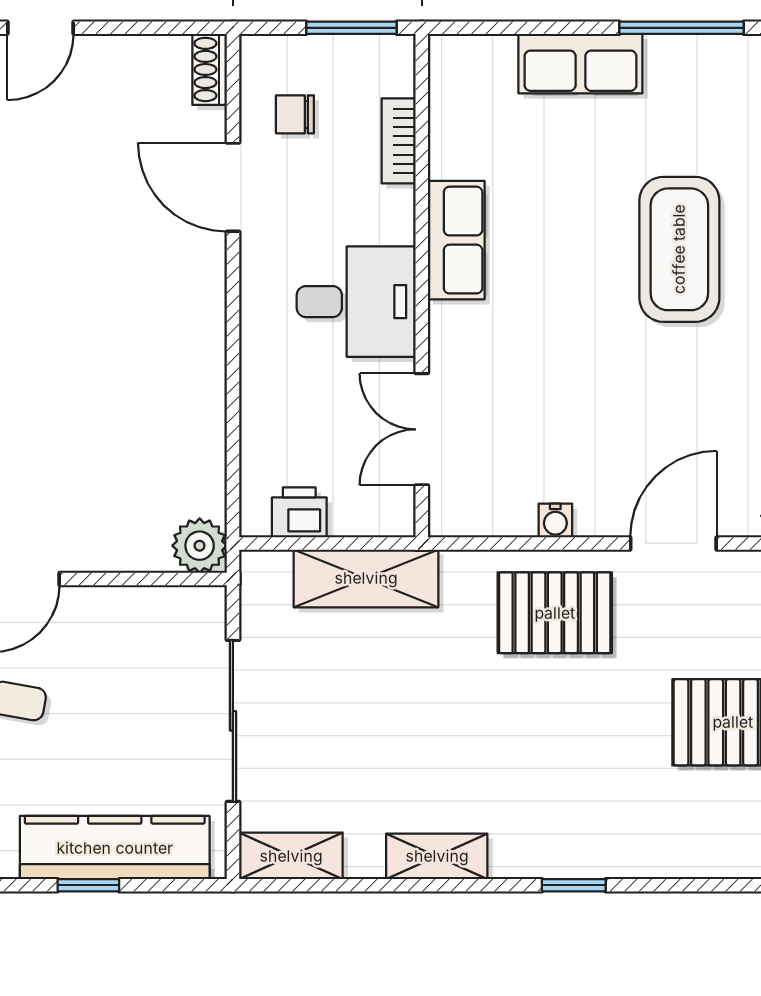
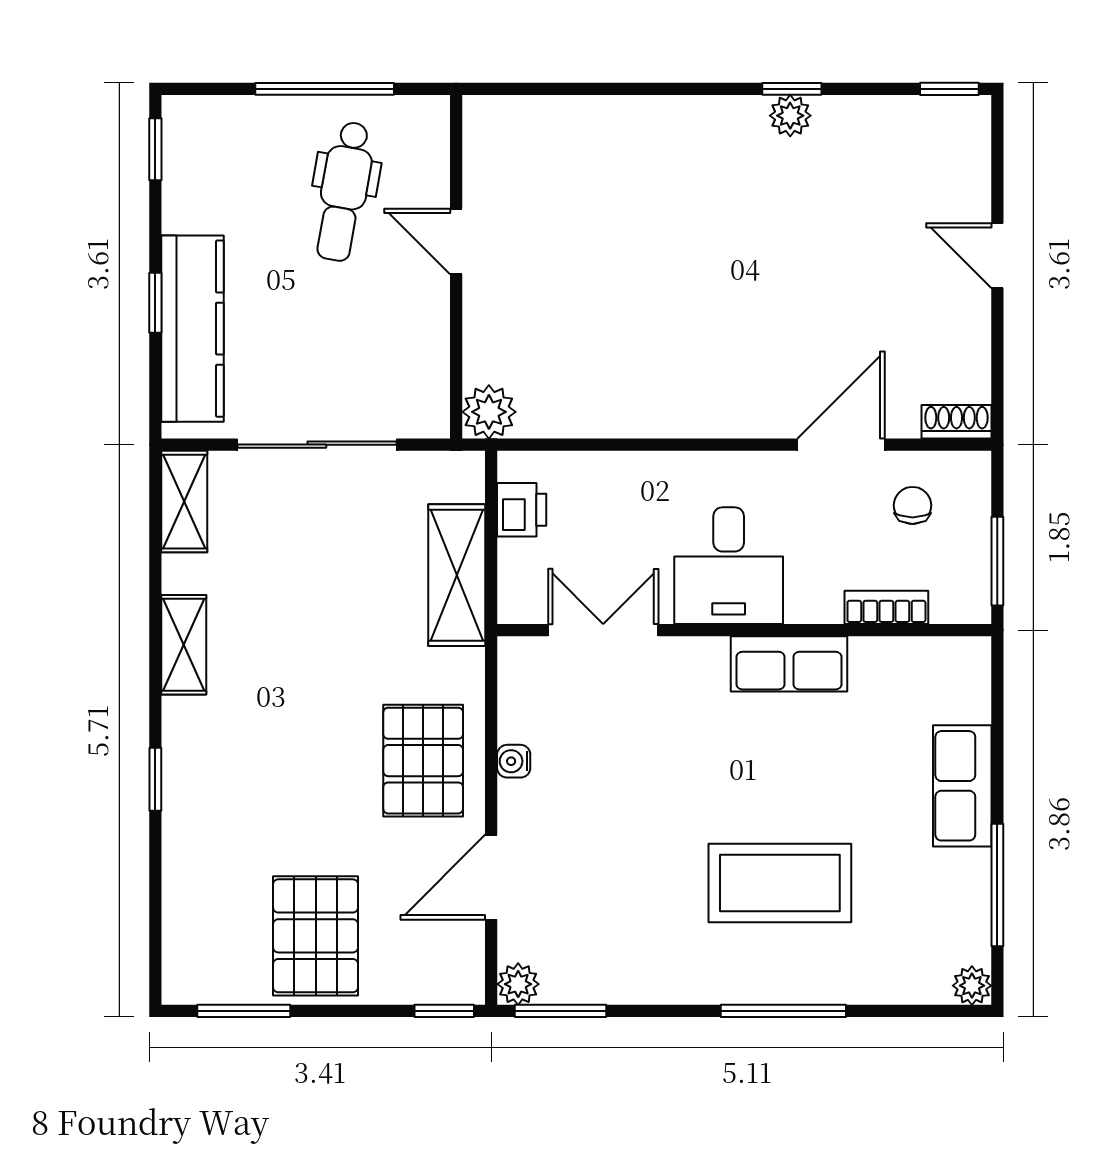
door: (673, 543) -> (491, 877), swing flipped

